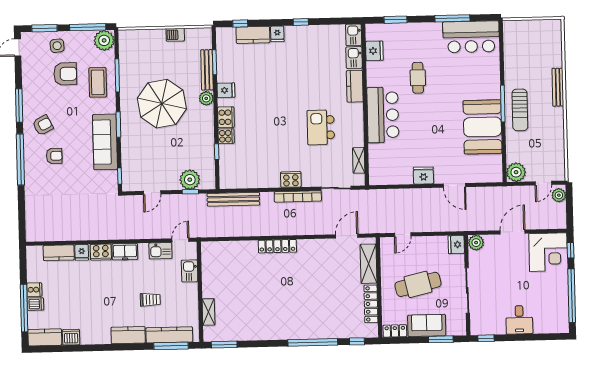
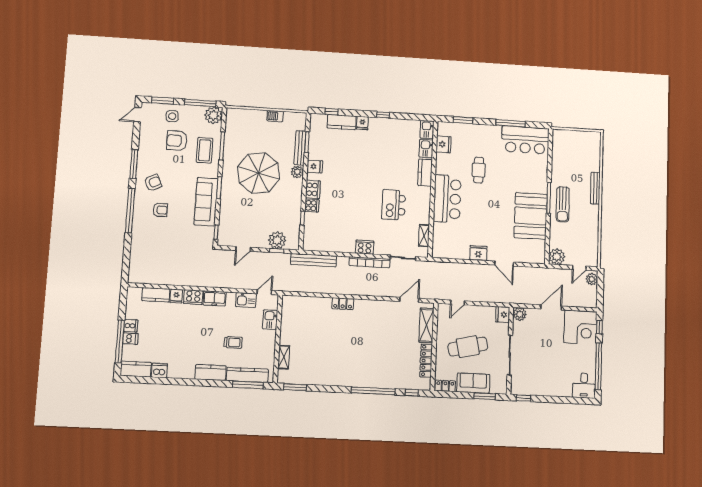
armchair: (65, 74) -> (177, 141), turned 180
locker: (277, 246) -> (343, 304), width x0.66
desk: (519, 320) -> (584, 386), moved

